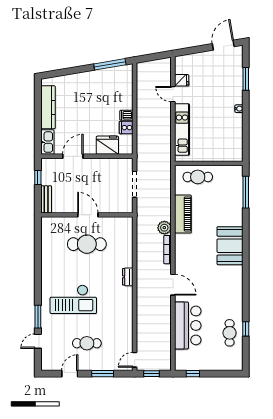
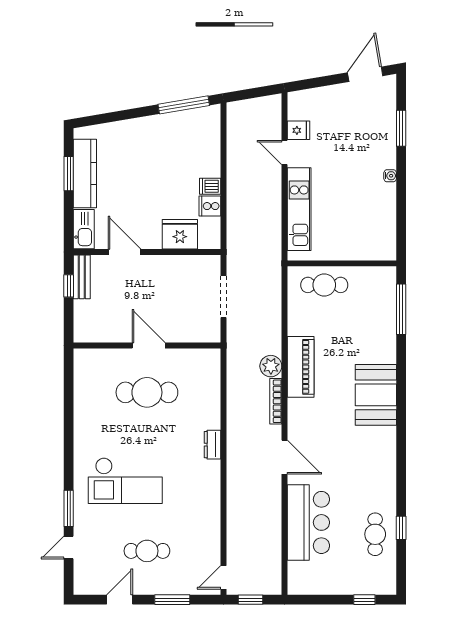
window: (38, 107) -> (69, 174), added
door: (73, 156) -> (125, 252), hinge flipped
bench: (46, 199) -> (82, 277), moved
piano: (183, 214) -> (301, 367), moved
window: (193, 374) -> (364, 600), moved

